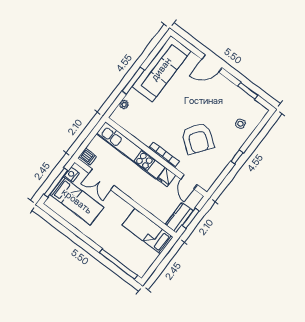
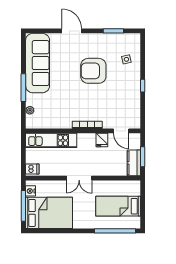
door: (212, 64) -> (72, 31), swing flipped
armchair: (198, 138) -> (93, 71), moved, turned 143
kitchen unit: (131, 150) -> (51, 140), width x0.73
double door: (101, 179) -> (79, 178), moved
bed: (77, 201) -> (49, 213), width x1.50
bed: (148, 231) -> (118, 206), moved

